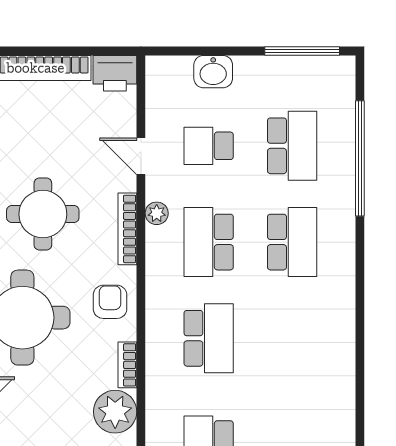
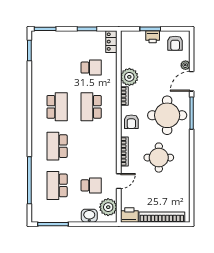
door: (141, 156) -> (119, 181), hinge flipped
plant: (157, 213) -> (108, 207), moved, width x1.88, depth x1.88
school desk: (209, 242) -> (57, 107), moved

